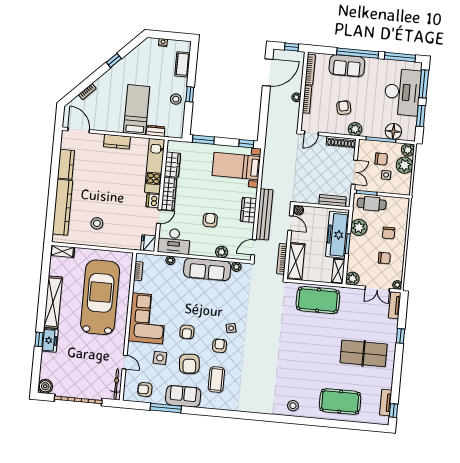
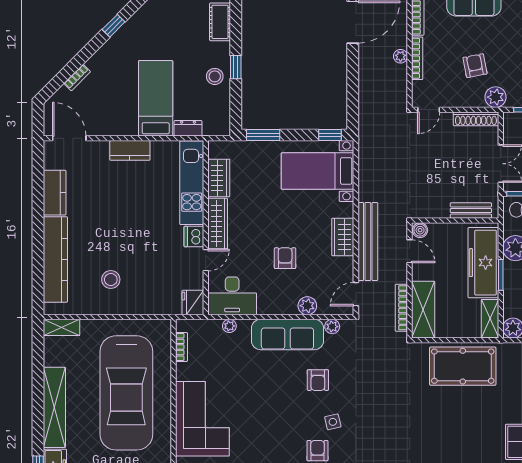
car: (100, 297) -> (126, 393), turned 180
armchair: (187, 332) -> (318, 380), moved

